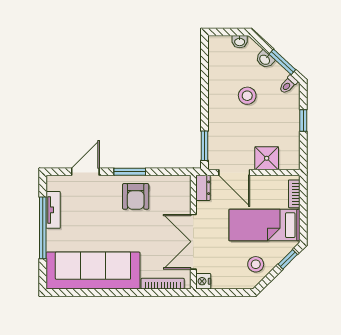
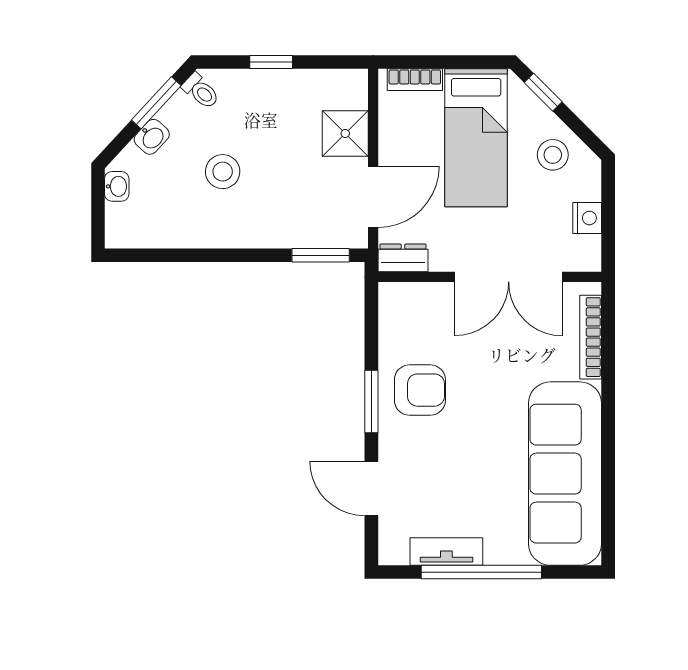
nightstand: (203, 281) -> (587, 218), moved, turned -90

